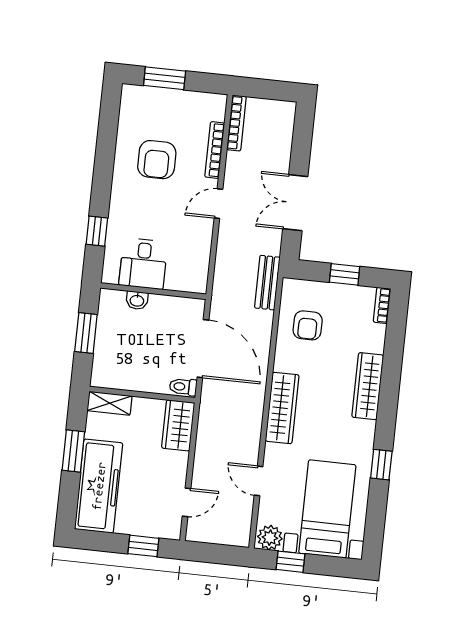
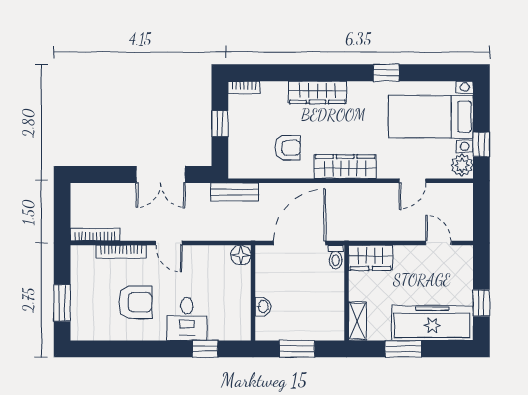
desk: (143, 264) -> (187, 319), moved, turned 90
floor lamp: (196, 282) -> (241, 255), added
armchair: (308, 325) -> (288, 148), moved
window: (143, 546) -> (481, 303), moved

